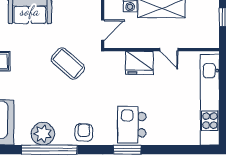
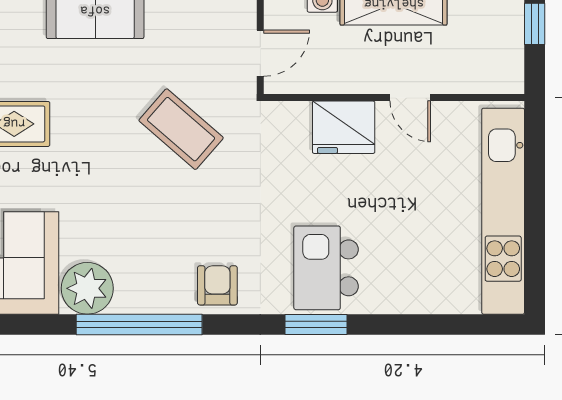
plant: (43, 134) -> (87, 288), moved

